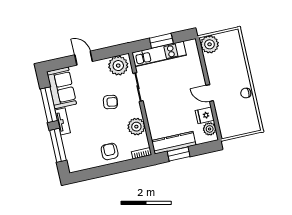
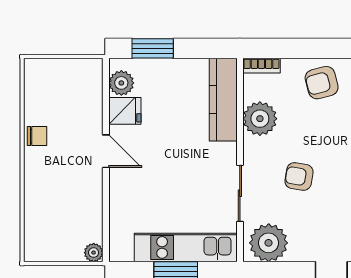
plant: (210, 44) -> (94, 253), width x0.53, depth x0.53
kitchen counter: (174, 143) -> (223, 100), moved, turned 90
armchair: (110, 151) -> (322, 83), turned 75
window: (179, 154) -> (153, 48), moved

